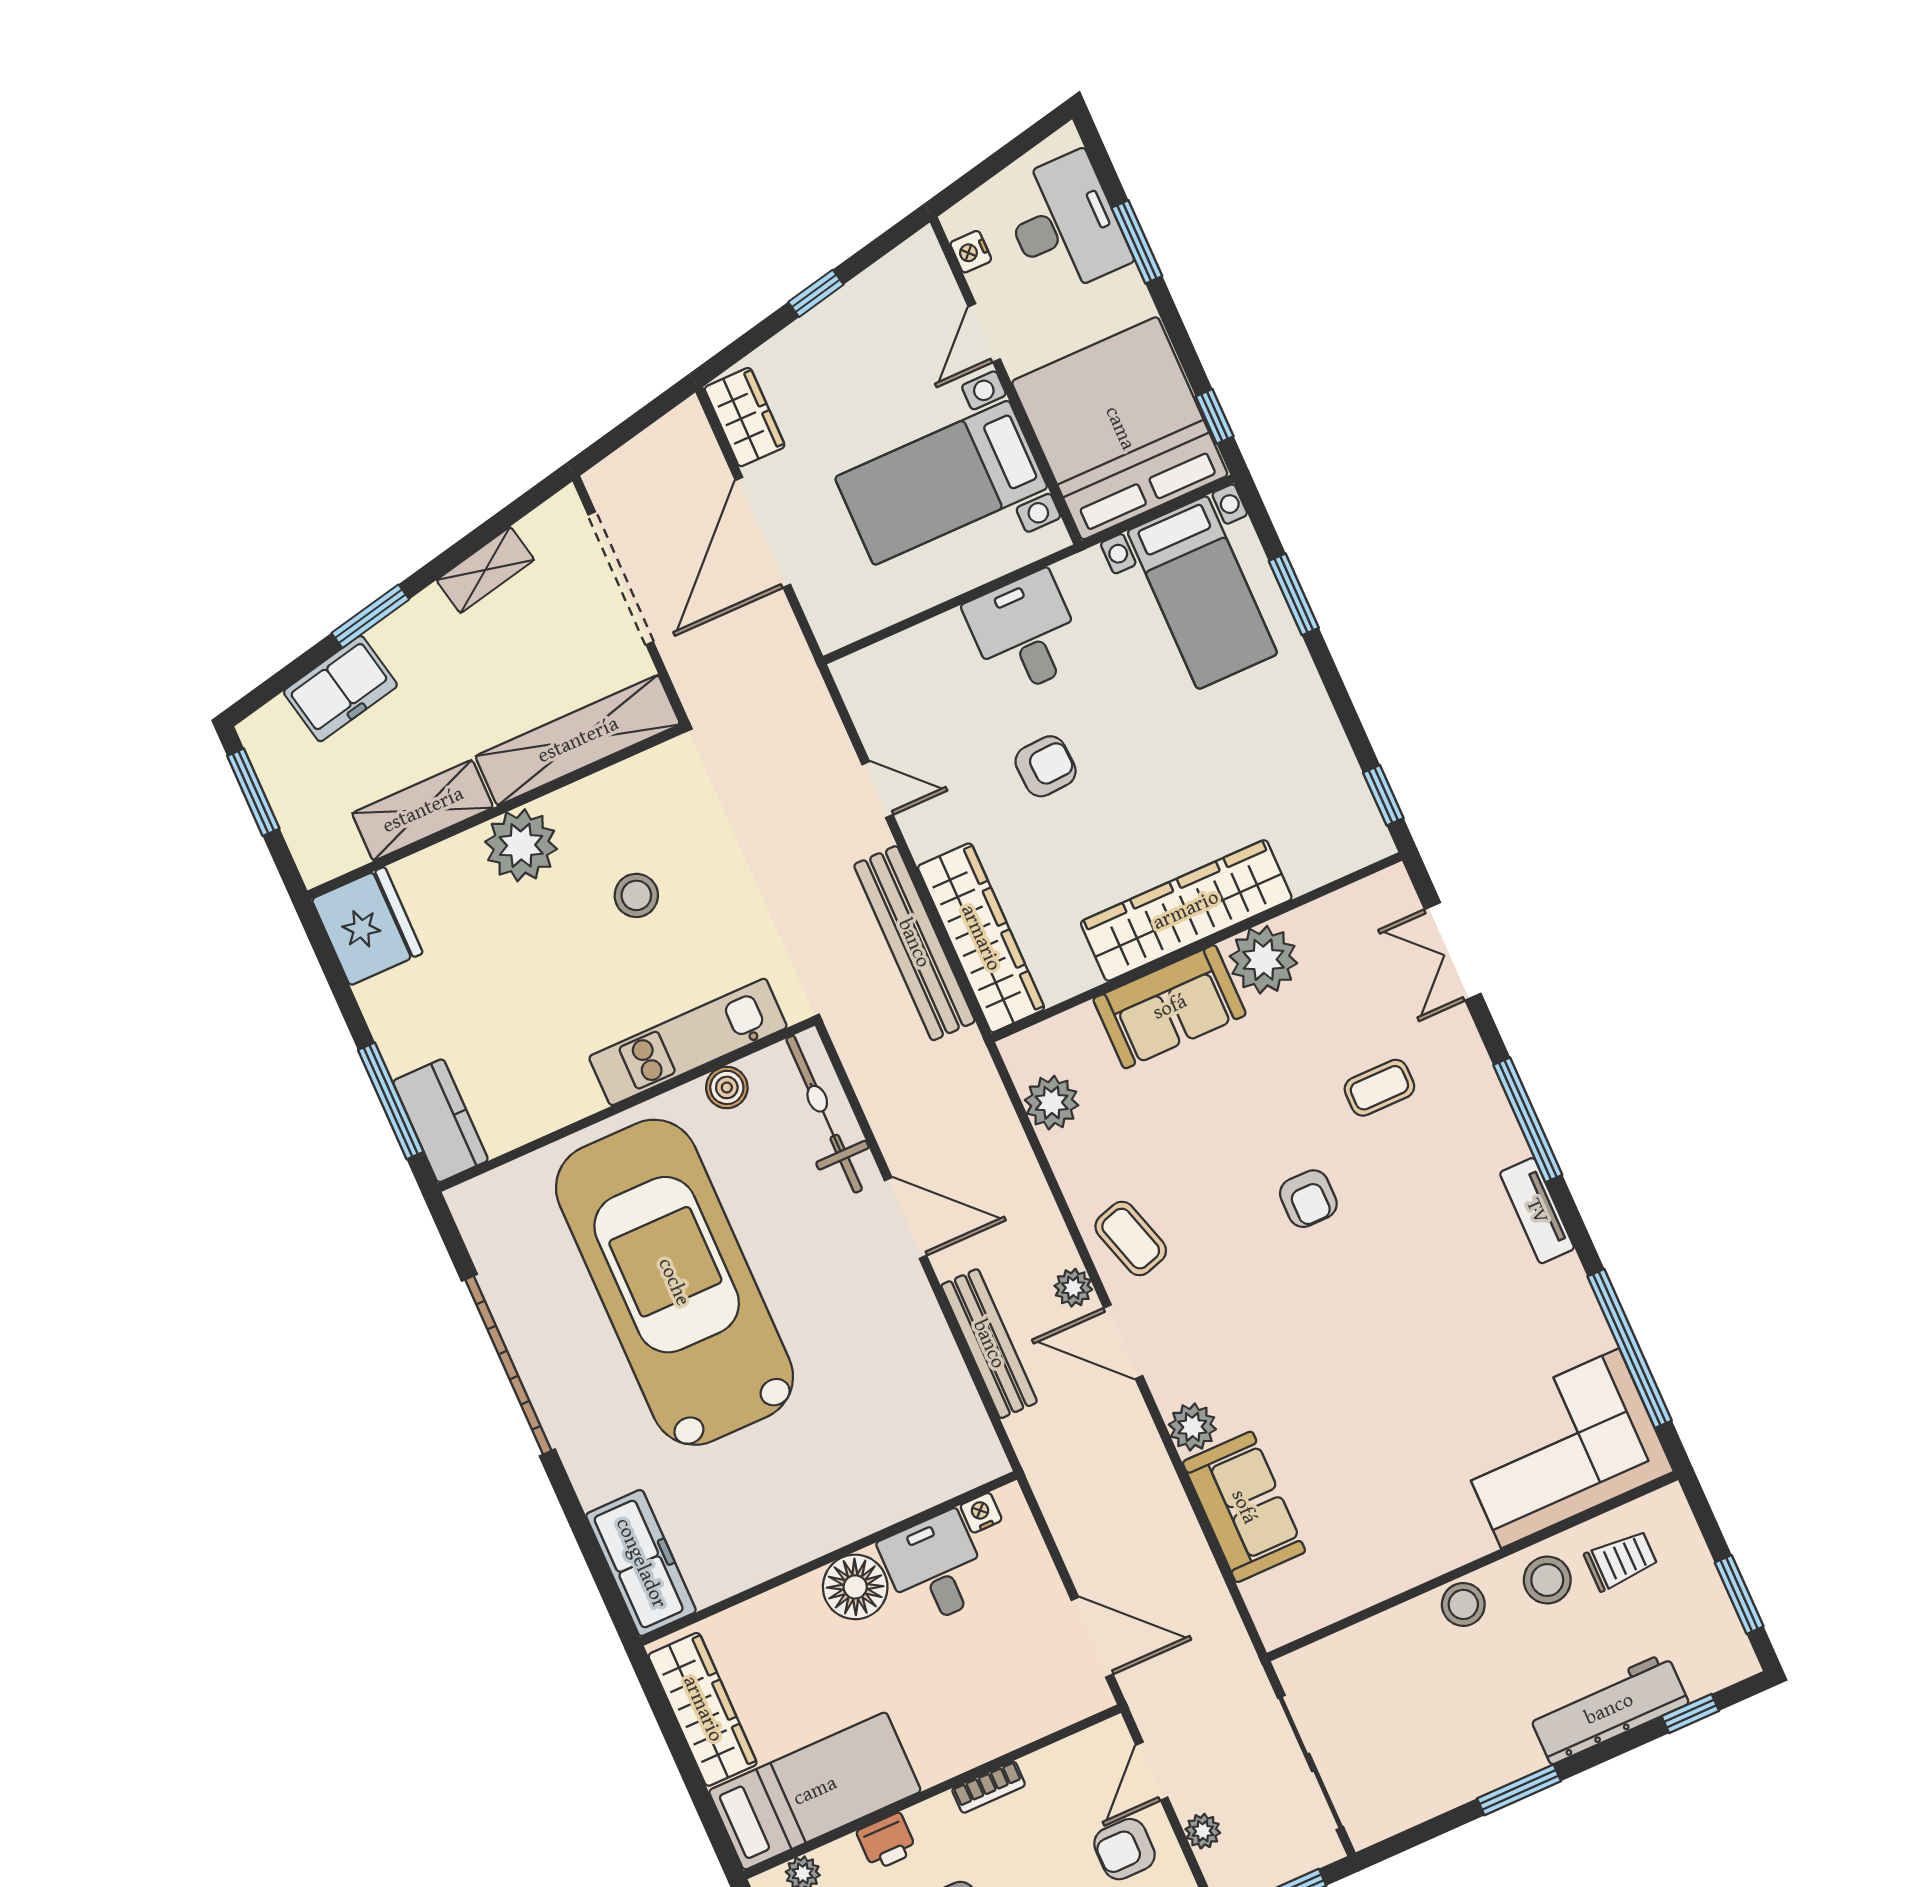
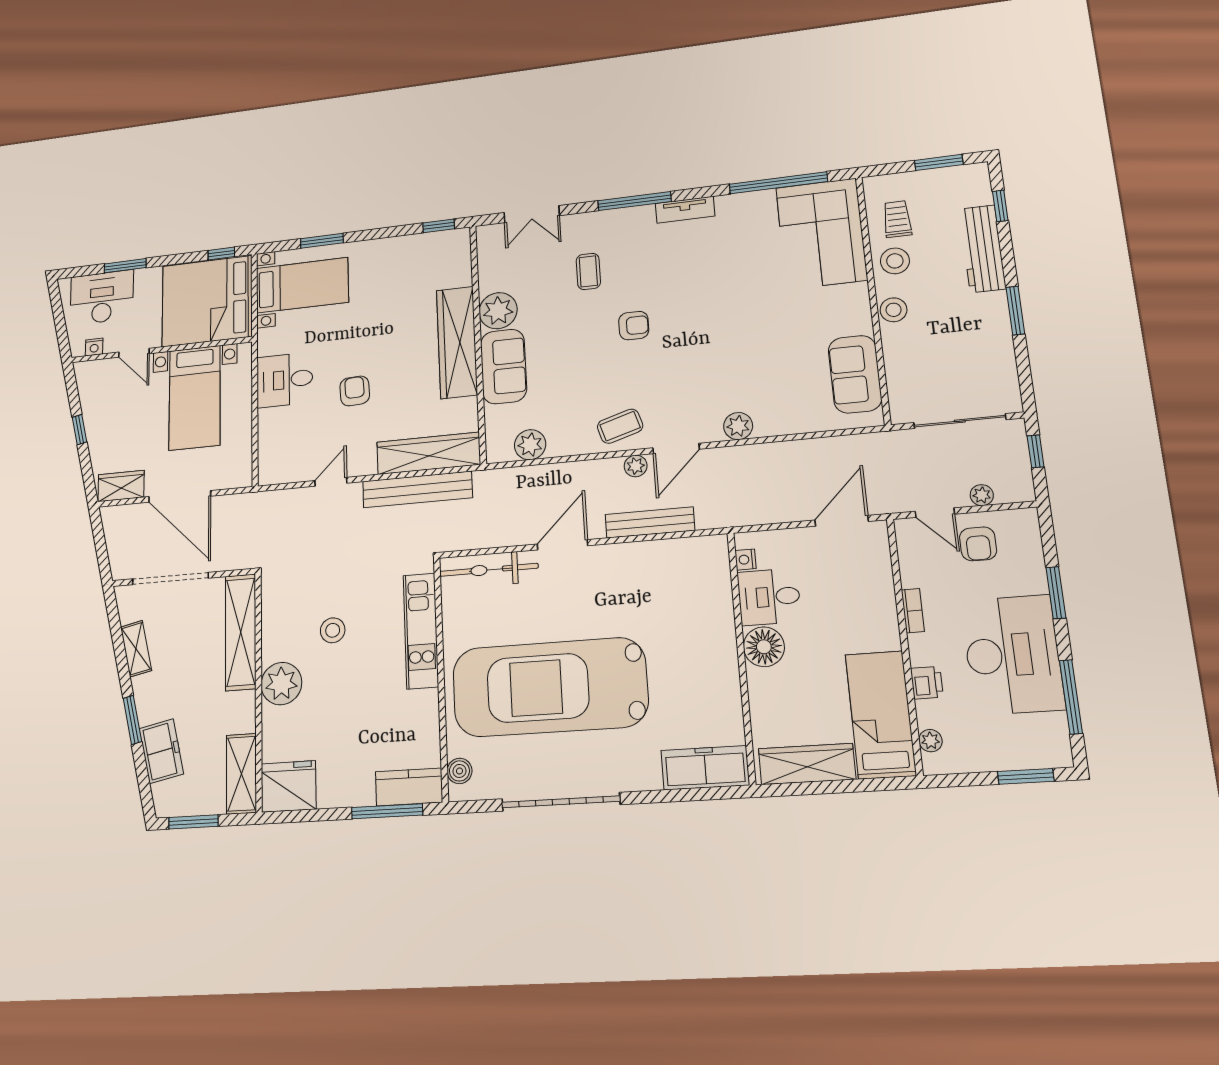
shelving: (423, 810) -> (241, 774), moved
boiler: (727, 1087) -> (459, 771), moved
sofa: (1244, 1507) -> (855, 374), moved, turned -90

